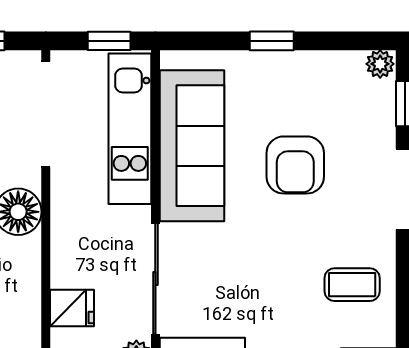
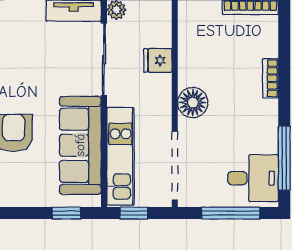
window: (272, 41) -> (66, 213), moved
fridge: (72, 308) -> (158, 60), moved

